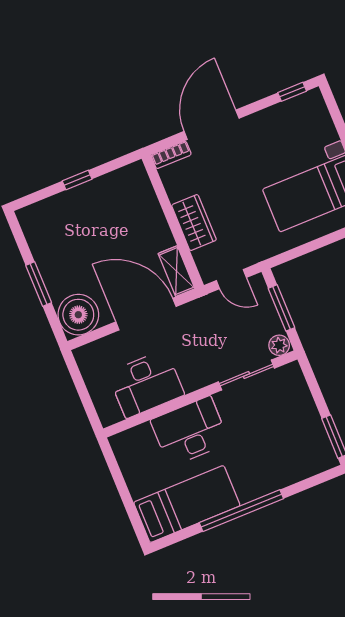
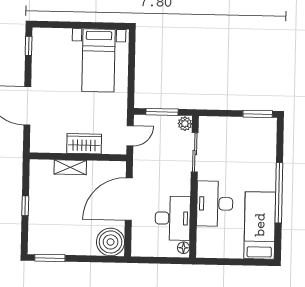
bookcase: (171, 155) -> (35, 140), removed
shelving: (176, 271) -> (70, 167), moved
window: (39, 284) -> (50, 258), moved
floor lamp: (113, 415) -> (183, 248), added

